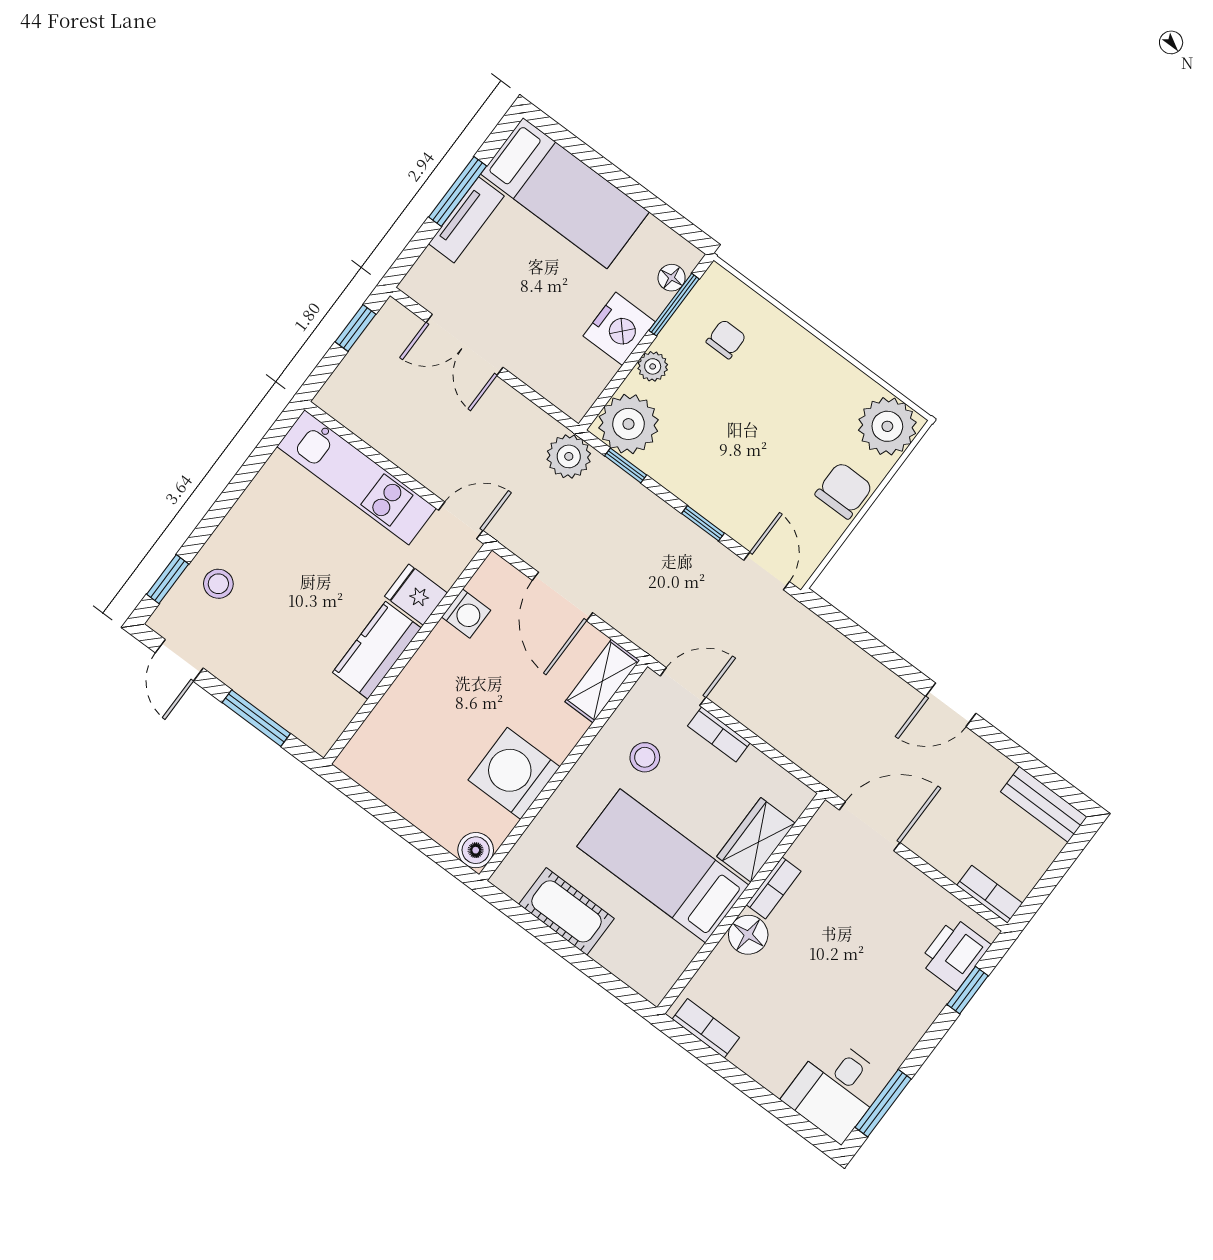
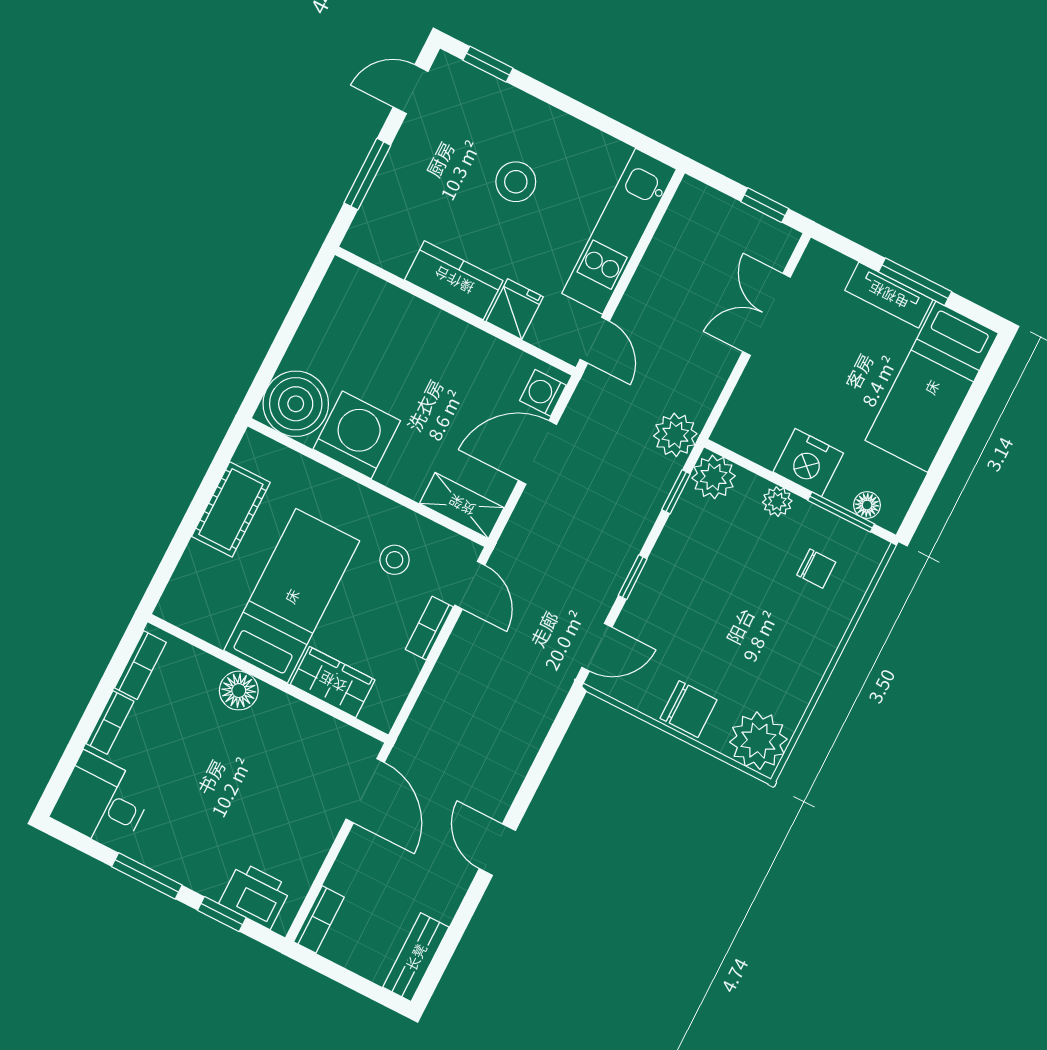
plant: (628, 424) -> (714, 477), width x0.73, depth x0.73
stool: (218, 584) -> (516, 182), moved, width x1.37, depth x1.37
washing machine: (466, 614) -> (543, 393), moved, turned 90
boiler: (476, 850) -> (296, 404), width x1.86, depth x1.86
bookcase: (774, 888) -> (110, 723), moved, turned -90
window: (883, 1103) -> (147, 876), moved

